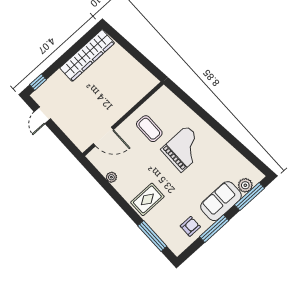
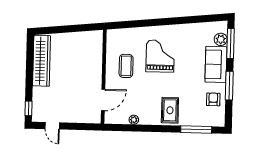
coffee table: (149, 129) -> (126, 66), turned 90

